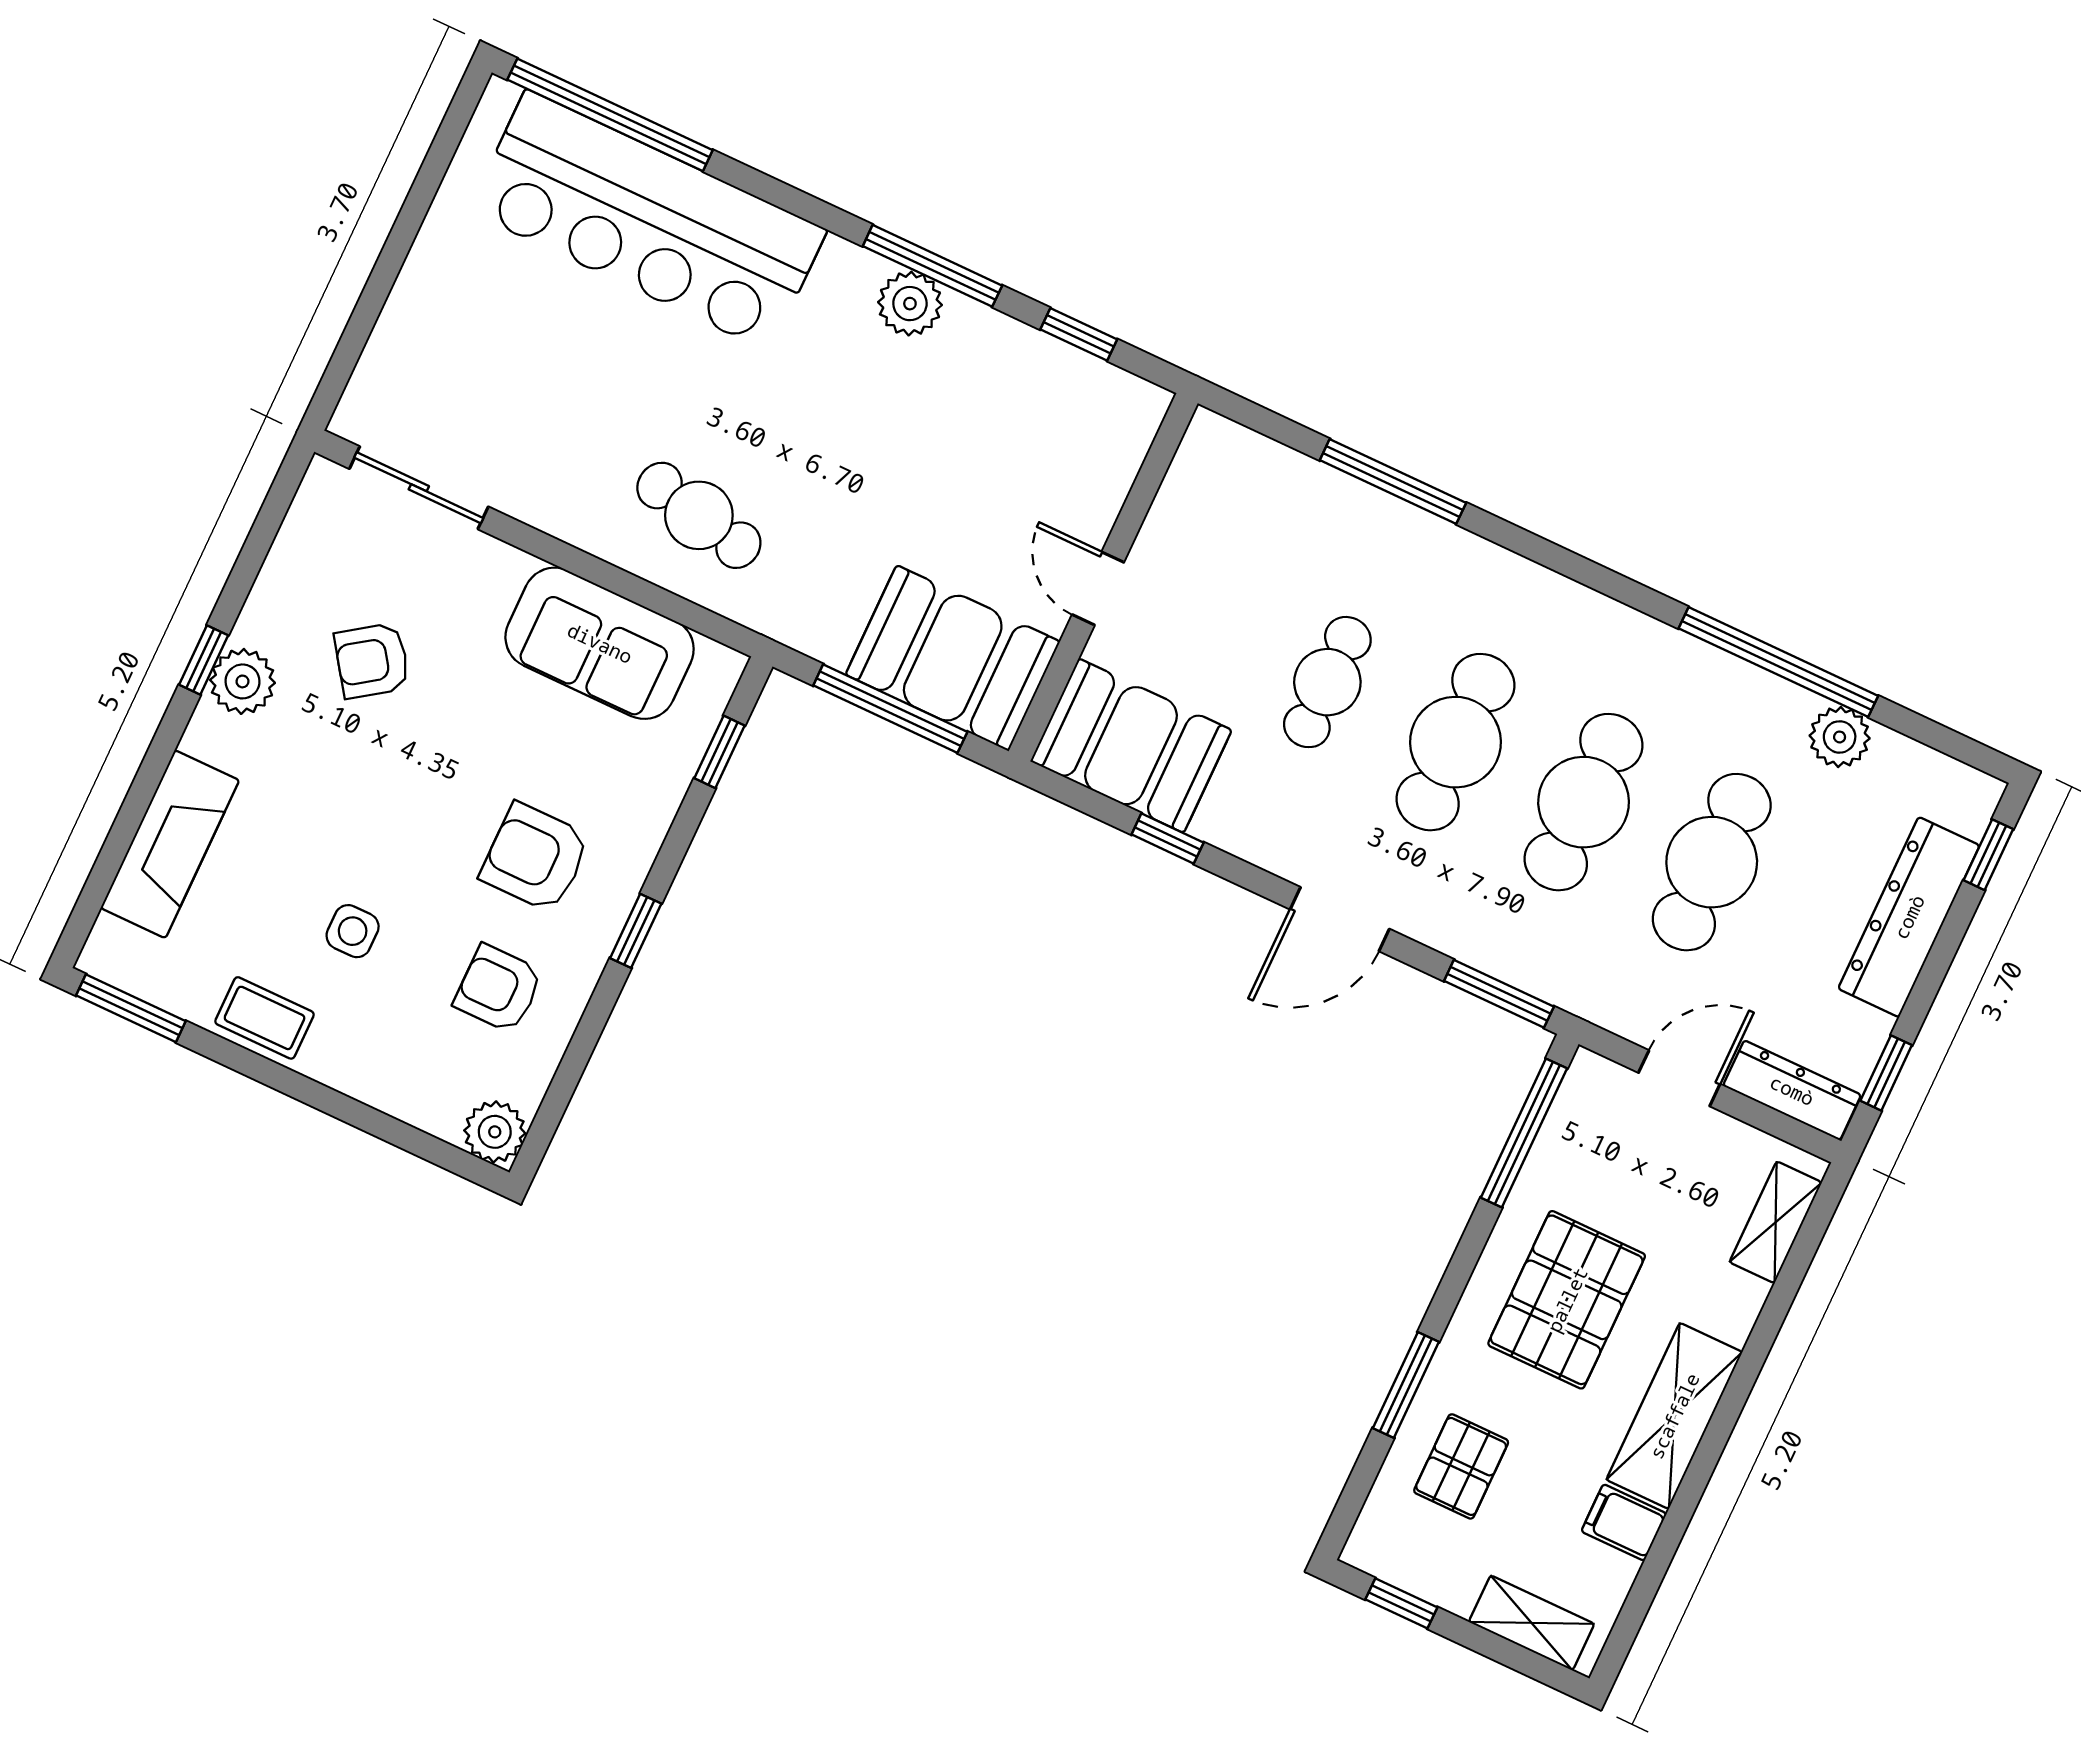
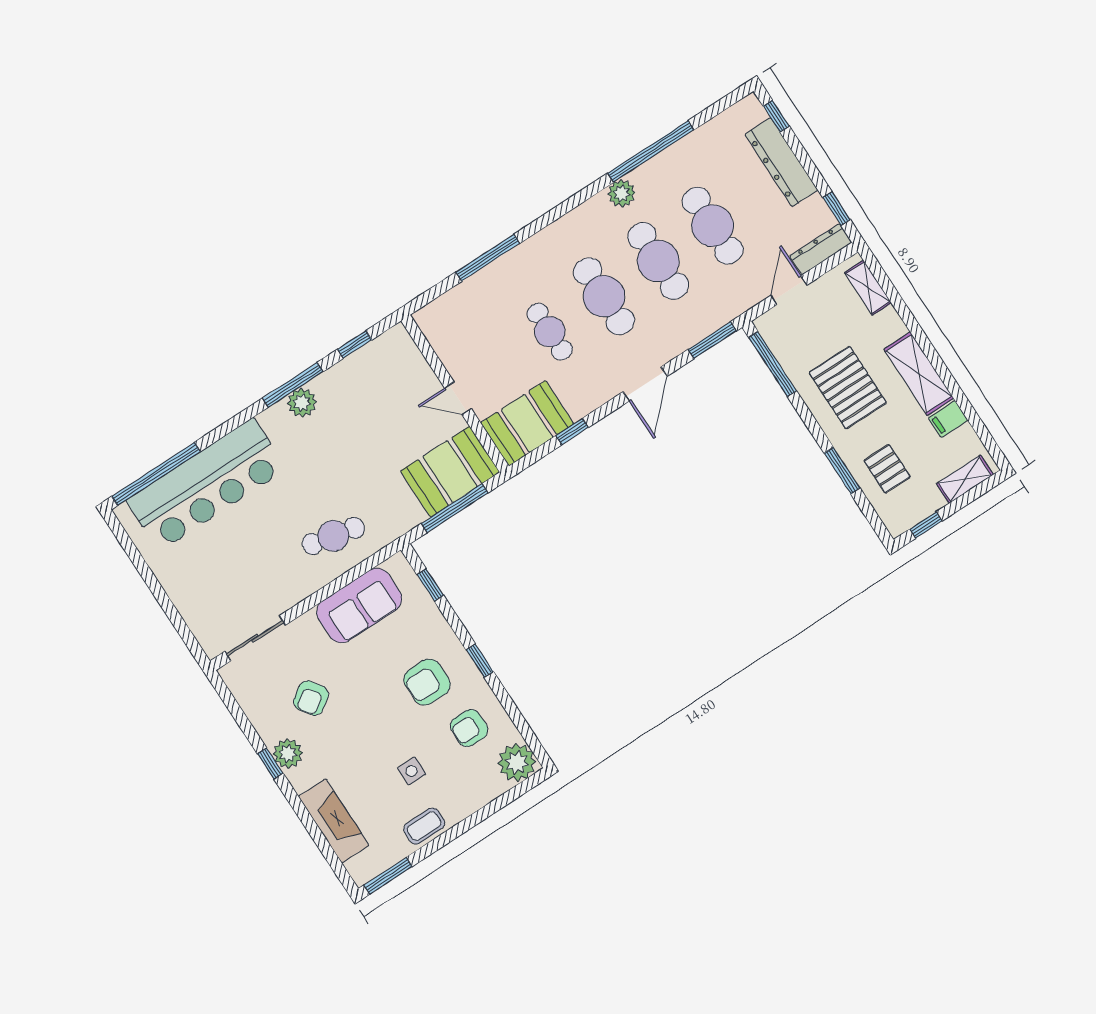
plant: (1840, 737) -> (622, 193), moved
plant: (495, 1132) -> (517, 763), width x1.36, depth x1.36

